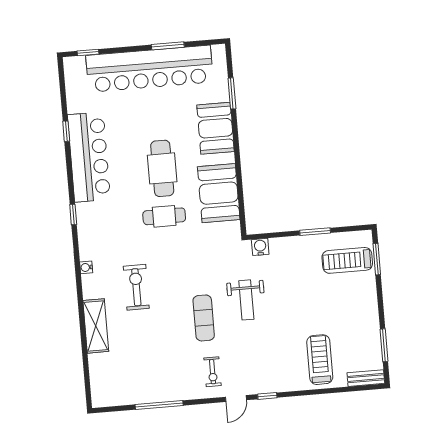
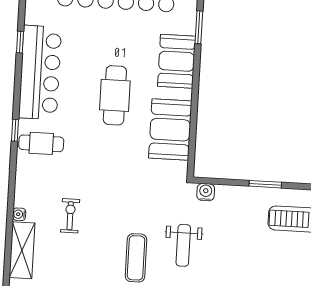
cafe table: (164, 216) -> (41, 143), moved
water cooler: (86, 267) -> (19, 214), moved
exercise bike: (136, 287) -> (70, 216), width x0.73, depth x0.72

